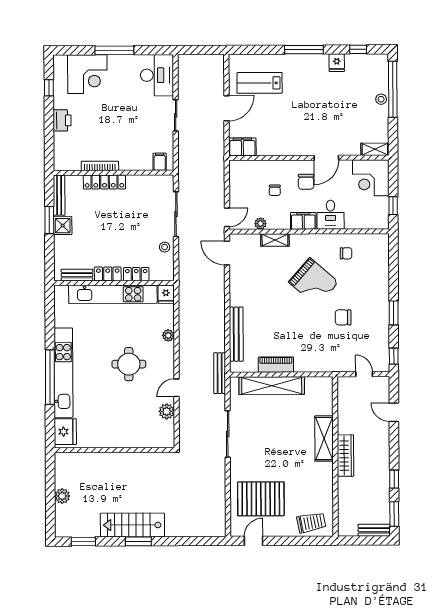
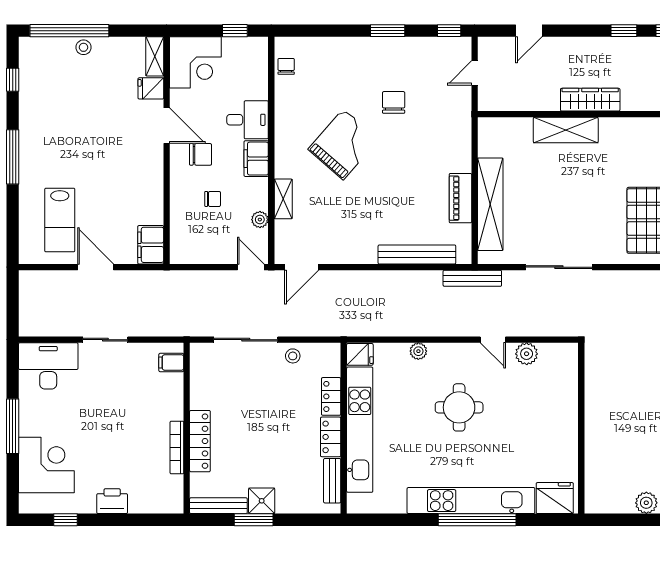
fridge: (337, 63) -> (151, 88), moved, turned 180
chair: (346, 253) -> (286, 66), moved
chair: (343, 317) -> (394, 102), turned 180

